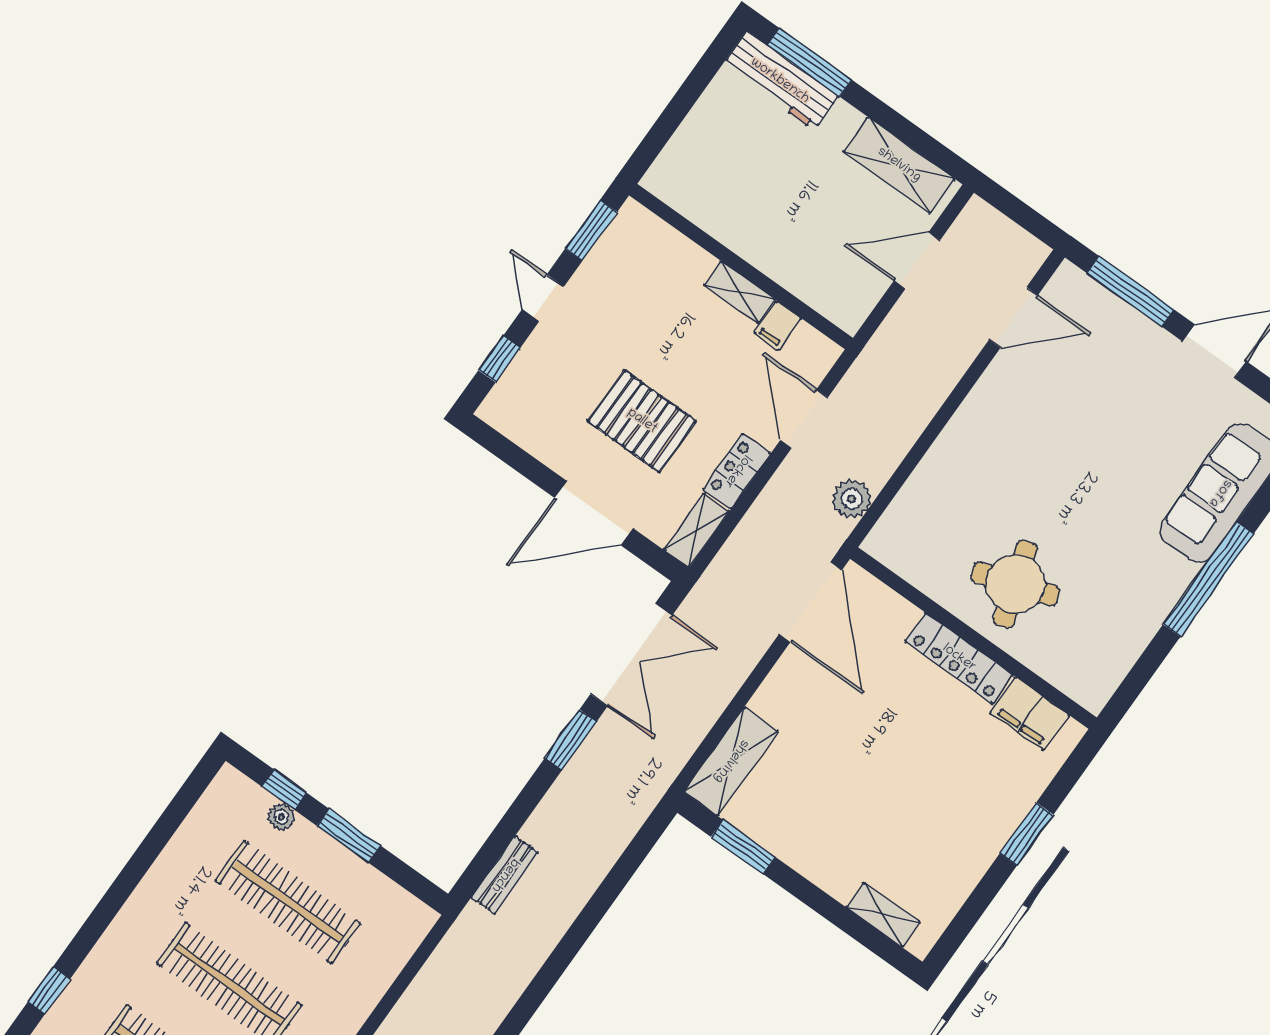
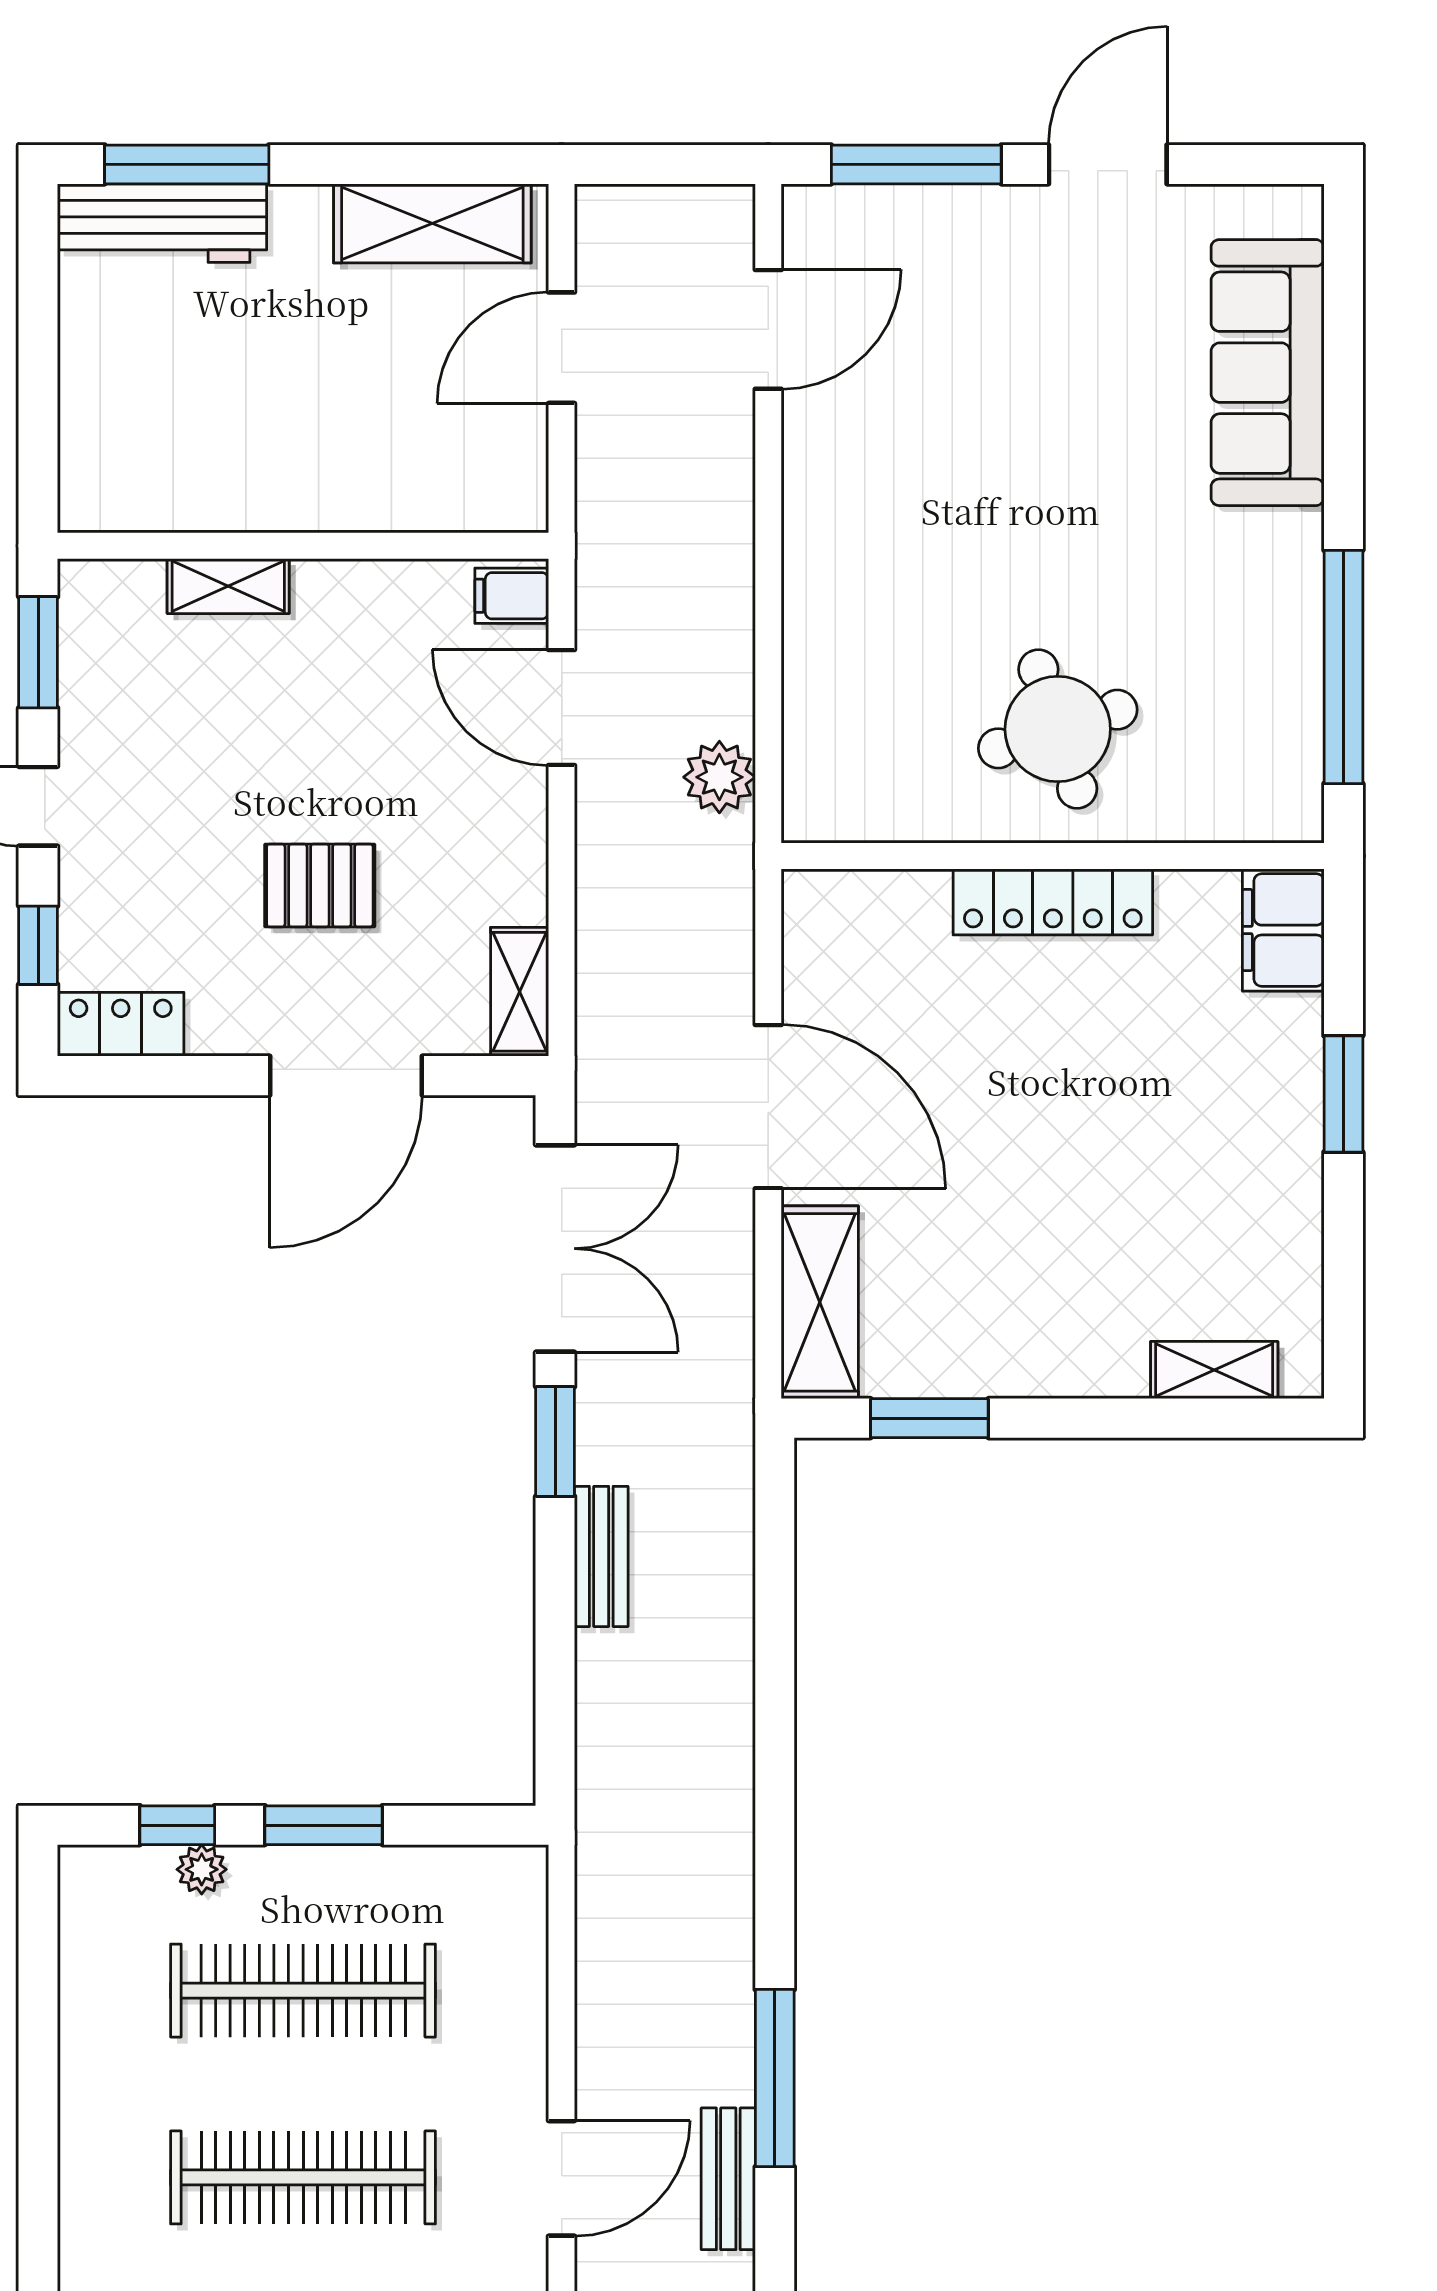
shelving: (739, 292) -> (228, 586), moved
filing cabinet: (778, 326) -> (512, 596), moved, turned 90
pallet: (642, 421) -> (320, 885), width x0.67, depth x0.71
locker: (737, 471) -> (121, 1024), moved, turned 90
window: (1208, 579) -> (1343, 667), moved
door: (810, 602) -> (768, 1107), moved
filing cabinet: (1030, 714) -> (1283, 930), moved, turned 90
bench: (505, 875) -> (601, 1556), moved

